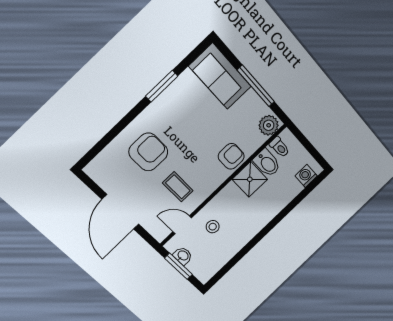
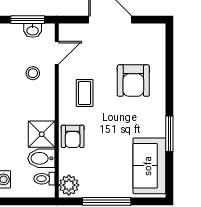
sofa: (220, 76) -> (149, 166), moved, turned -90
coffee table: (178, 187) -> (85, 93), moved, turned 90

